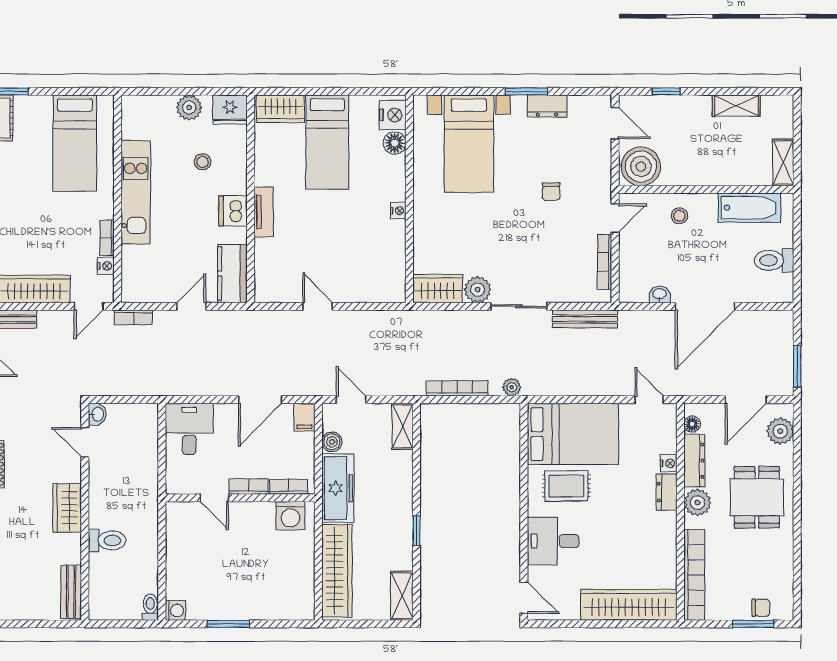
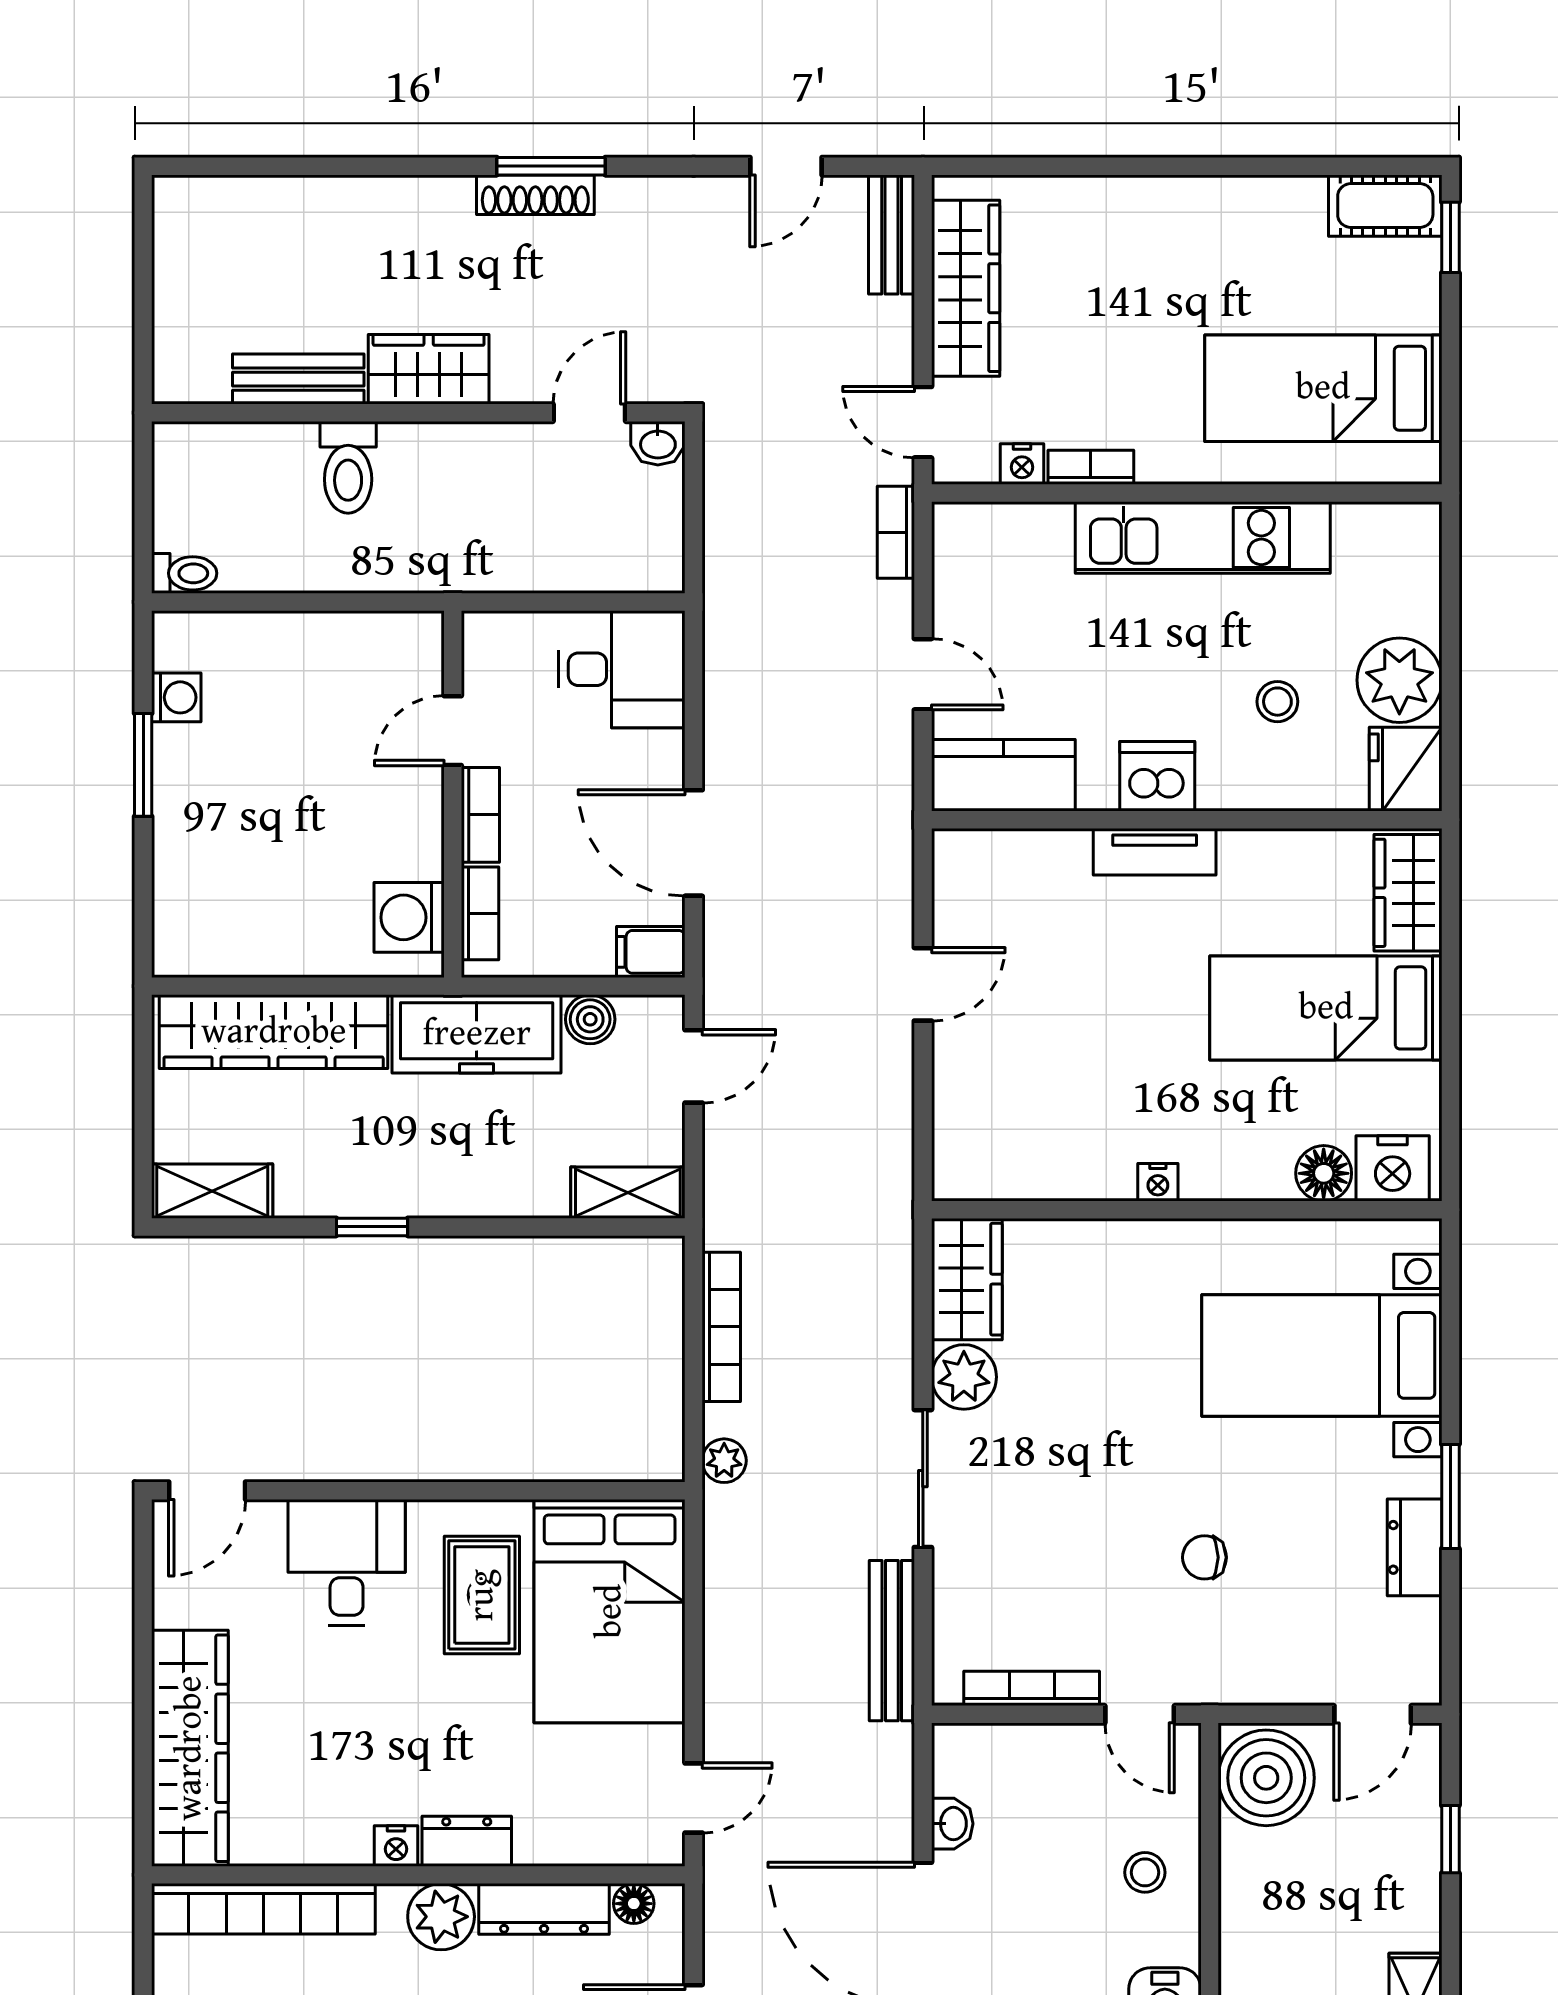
plant: (189, 108) -> (1399, 680), width x1.36, depth x1.36
nightstand: (669, 463) -> (396, 1846), moved
bench: (71, 592) -> (298, 379), moved
washing machine: (175, 610) -> (176, 697), moved, turned -90

